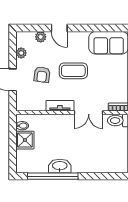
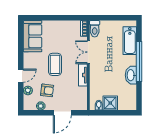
armchair: (42, 75) -> (47, 90), moved
double door: (89, 113) -> (88, 52), swing flipped
bathtub: (103, 165) -> (130, 41), added
window: (53, 176) -> (139, 62), moved

